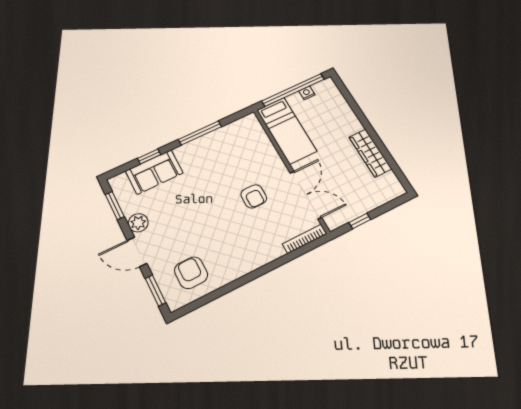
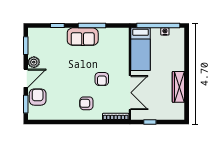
sofa: (154, 172) -> (83, 37), moved
armchair: (250, 242) -> (86, 103), added
door: (137, 252) -> (26, 78), swing flipped
armchair: (191, 273) -> (38, 97), moved

